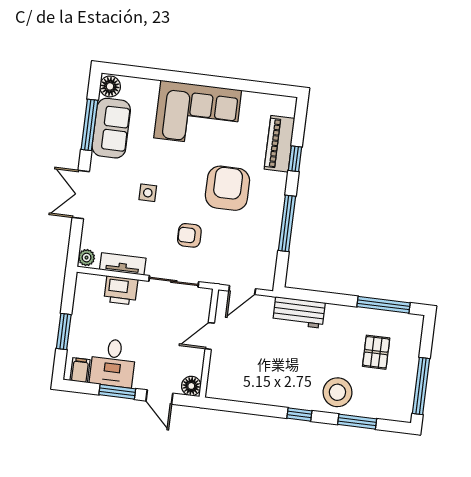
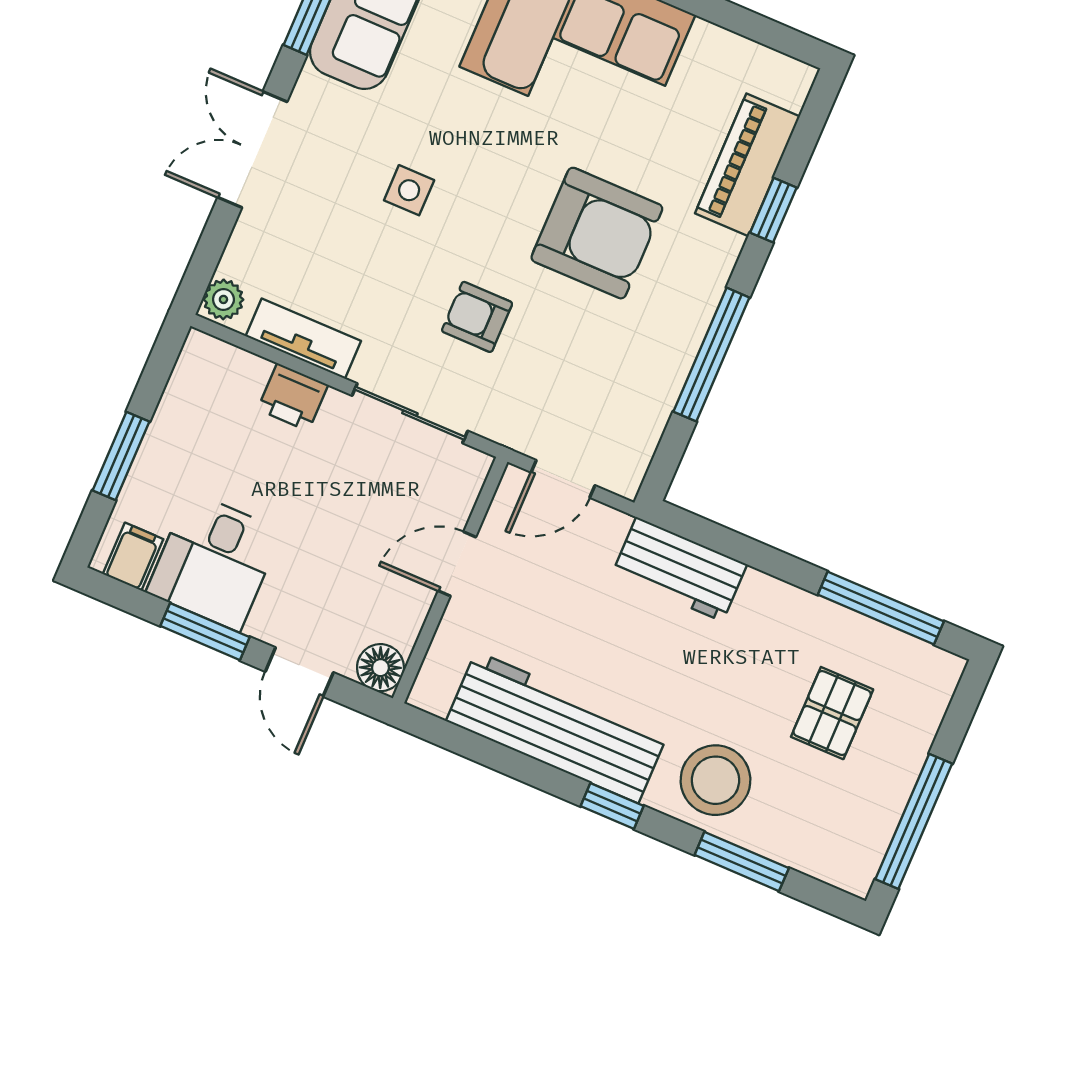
armchair: (227, 188) -> (597, 233), turned 90
printer: (121, 290) -> (293, 397), width x0.73, depth x0.81
workbench: (268, 389) -> (557, 727), added

